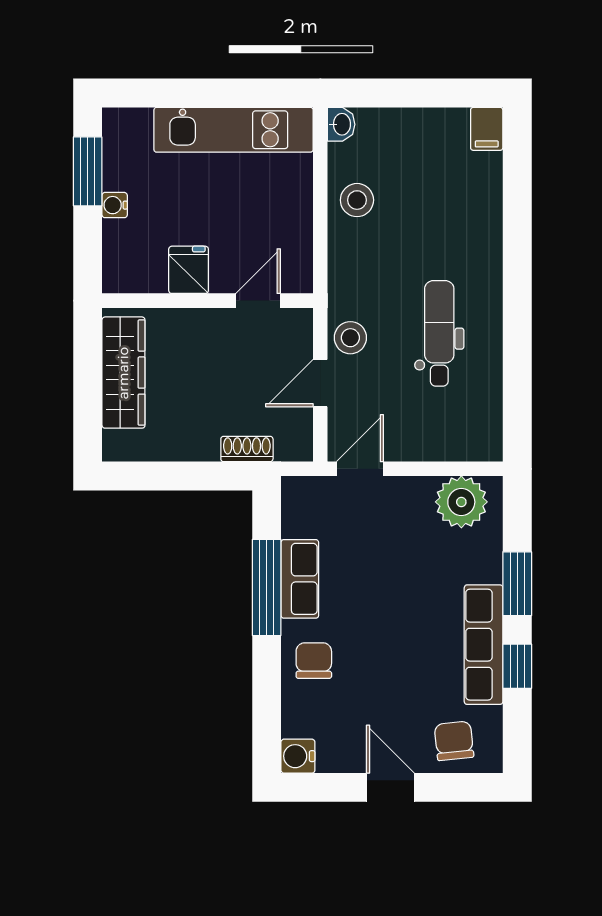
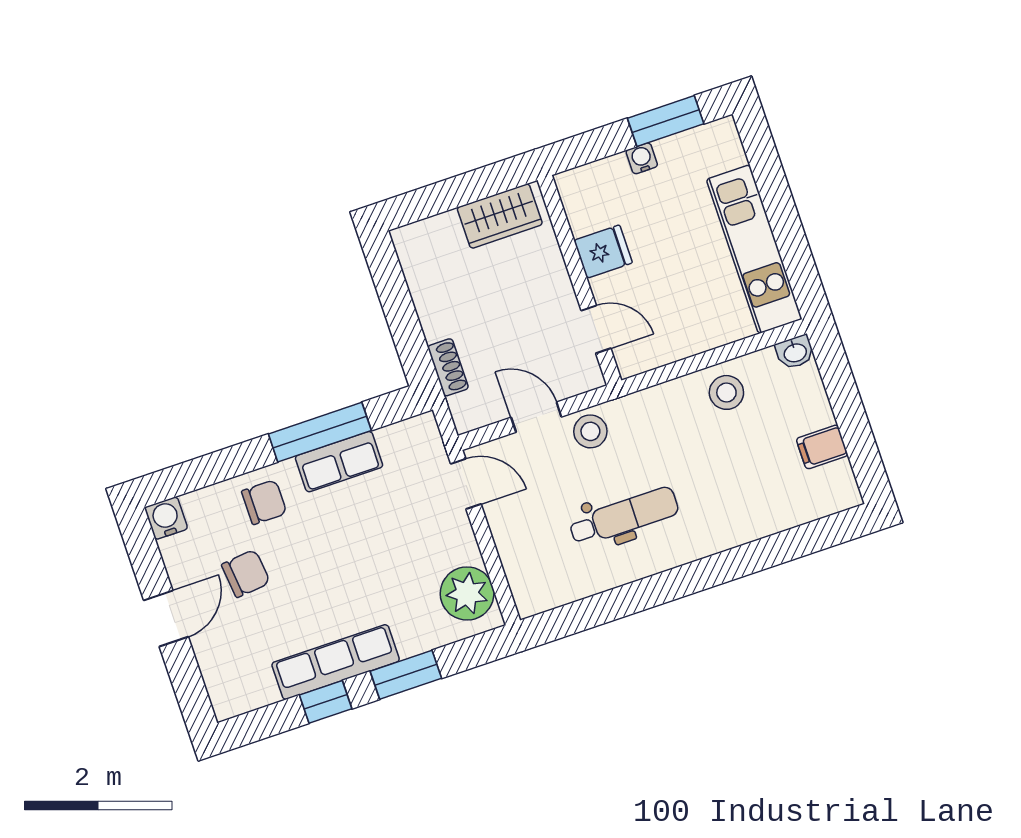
filing cabinet: (487, 129) -> (822, 447), moved
wardrobe: (123, 373) -> (500, 216), width x0.67
chair: (454, 741) -> (246, 574), moved

